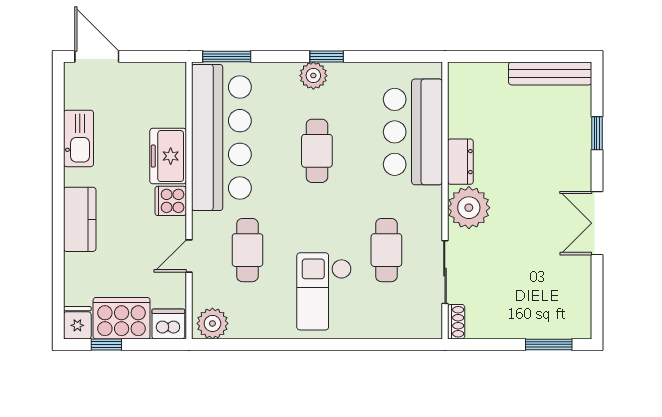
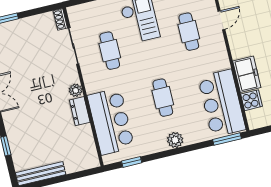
window: (327, 56) -> (132, 162), moved
bar counter: (221, 137) -> (222, 103), width x0.73
cooker: (171, 201) -> (252, 100), moved
plant: (469, 208) -> (76, 90), width x0.53, depth x0.53

